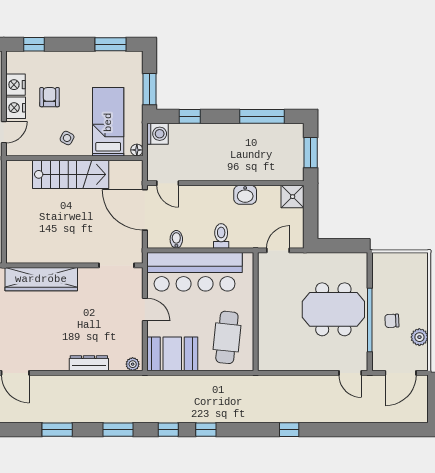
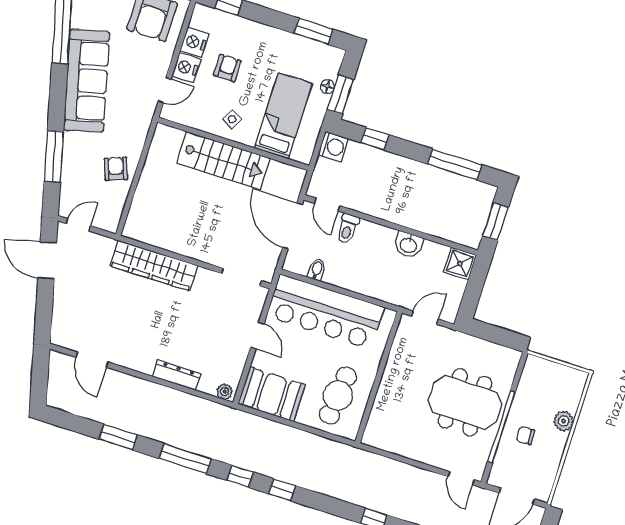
floor lamp: (137, 150) -> (327, 87), moved
toilet: (221, 236) -> (347, 229), moved, turned 180
plant: (419, 337) -> (564, 421), moved
window: (118, 430) -> (185, 459), width x1.44

